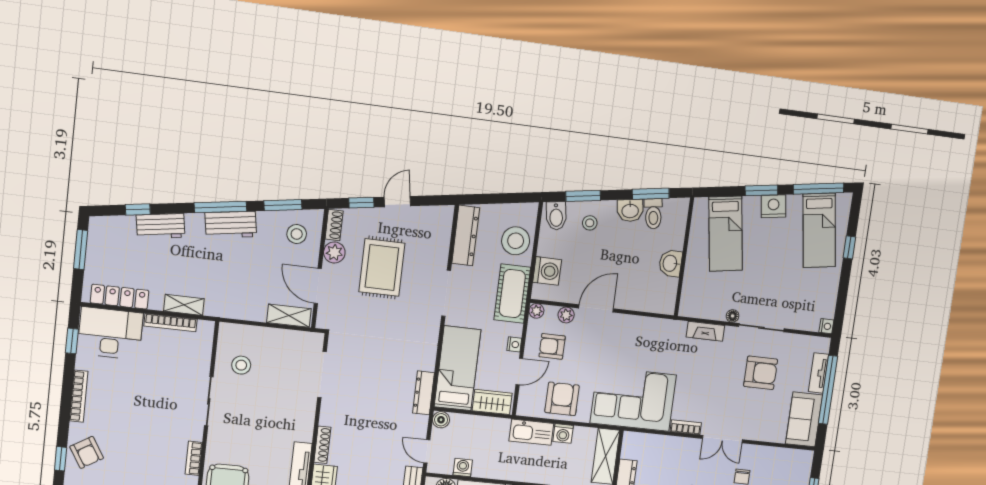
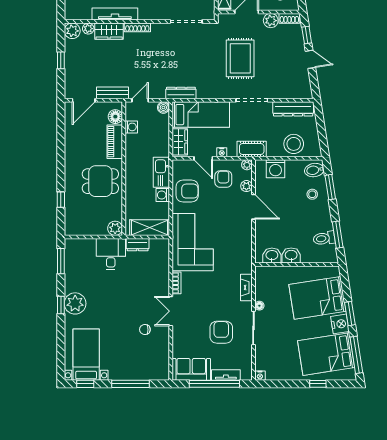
washbasin: (630, 210) -> (272, 256), moved, turned 99
bed: (819, 230) -> (326, 354), width x1.50
bed: (726, 234) -> (317, 298), width x1.50
rug: (382, 267) -> (240, 58), moved, turned 90
cot: (512, 294) -> (252, 149), width x0.73, depth x0.75
armchair: (761, 373) -> (221, 332), turned 180

